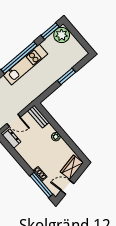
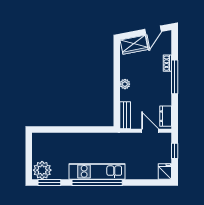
window: (66, 76) -> (69, 130), removed
window: (41, 185) -> (175, 77), moved
door: (67, 187) -> (153, 30), hinge flipped

